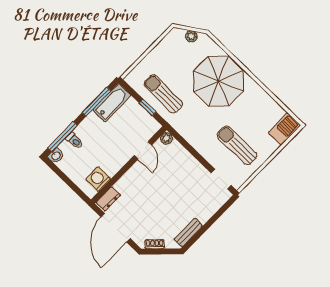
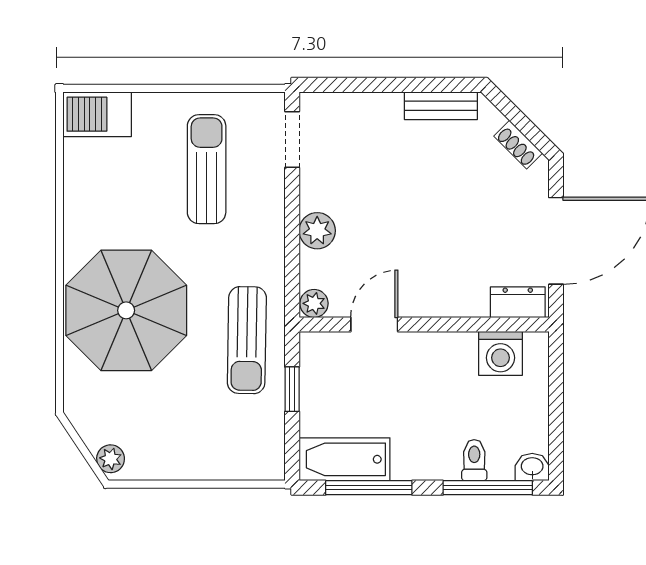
plant: (191, 36) -> (111, 459), moved
sun lounger: (163, 94) -> (247, 340), moved
sun lounger: (237, 145) -> (207, 169), turned 180
plant: (187, 160) -> (317, 231), added

